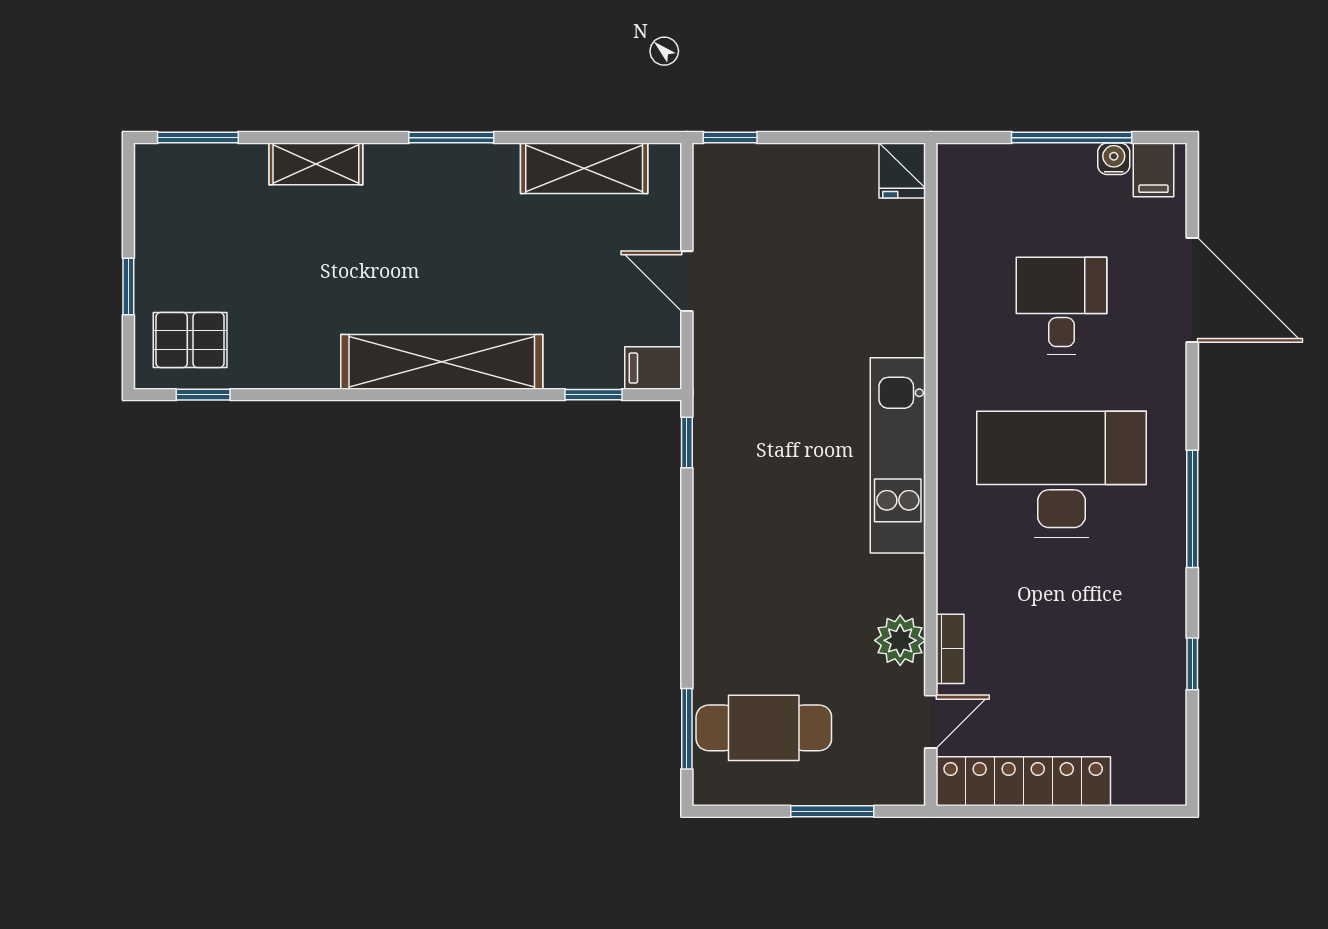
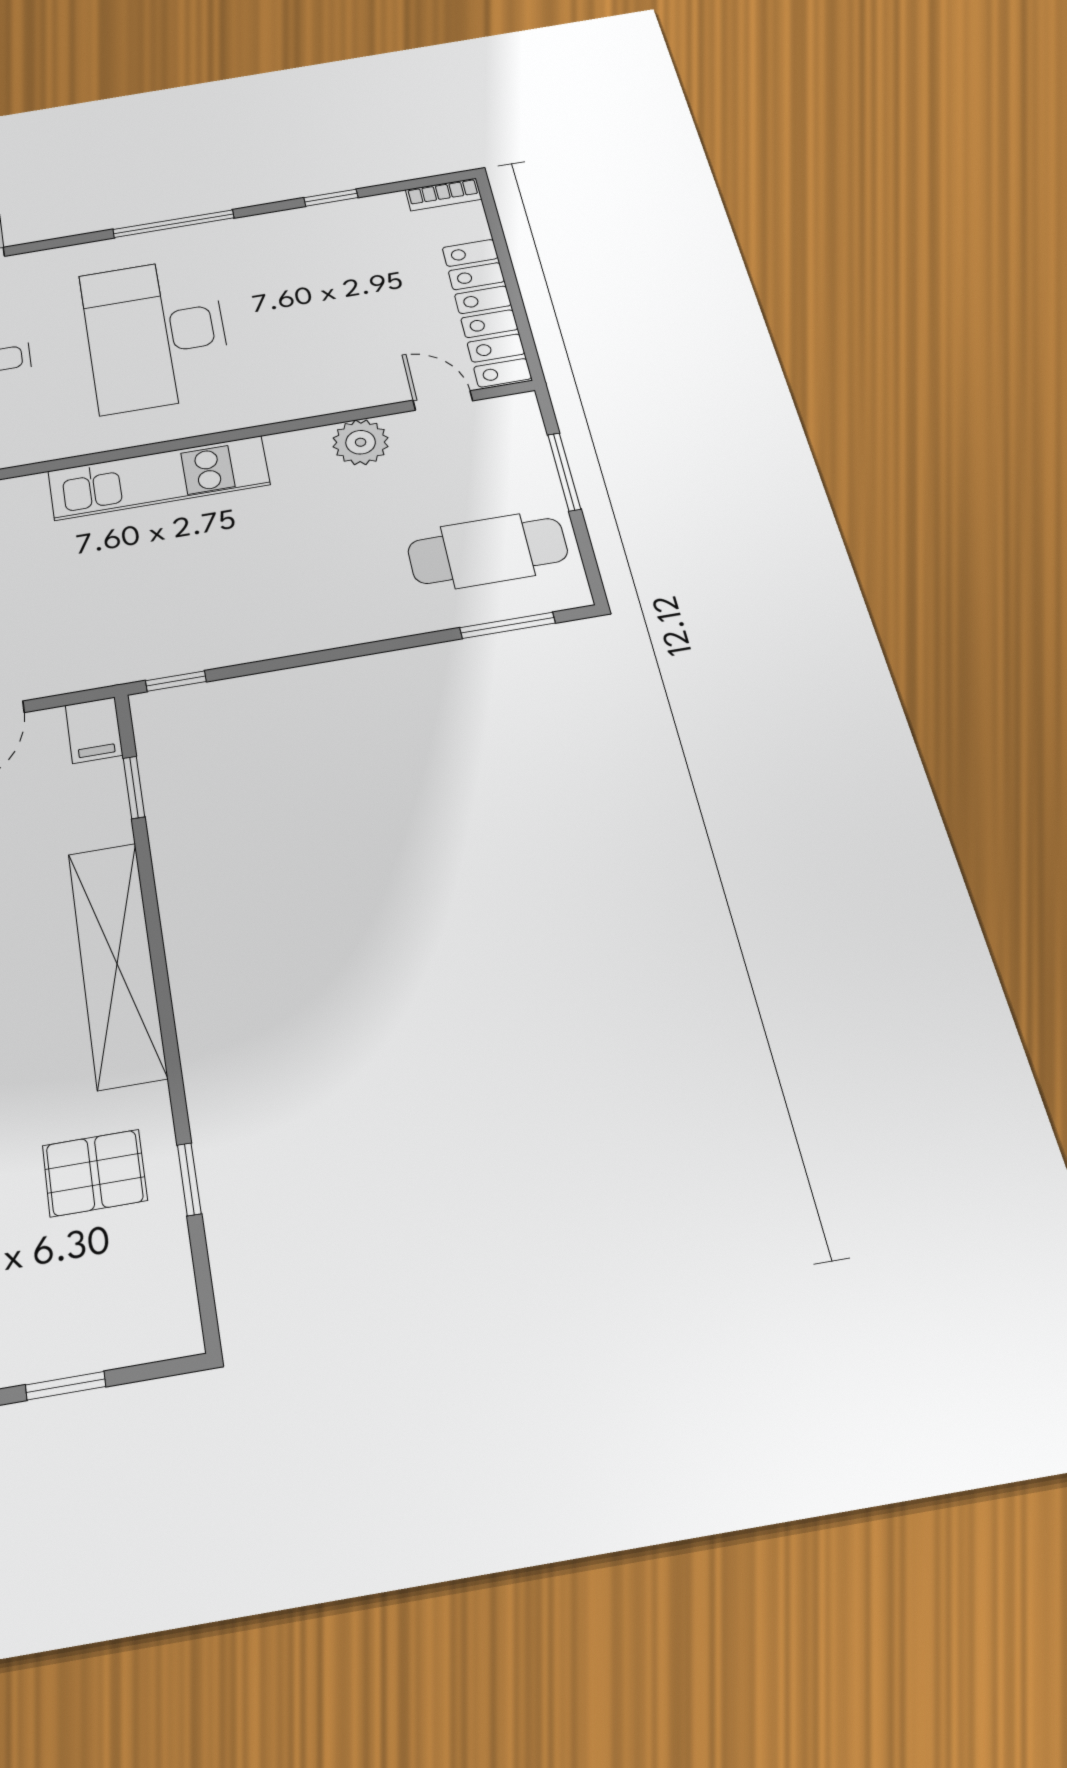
pallet: (190, 340) -> (95, 1173), moved, turned 90
window: (203, 395) -> (189, 1179), moved
bookcase: (950, 649) -> (443, 194), moved, turned 180
cafe table: (764, 728) -> (488, 551), turned 90

